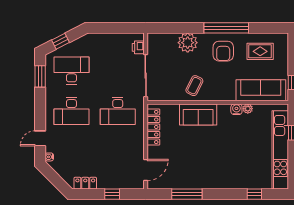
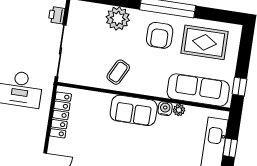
rug: (260, 51) -> (205, 42), width x1.36, depth x1.43
sofa: (198, 114) -> (134, 110), moved

